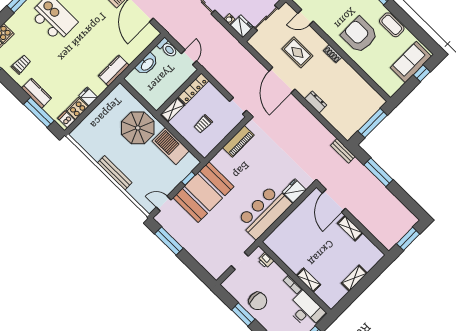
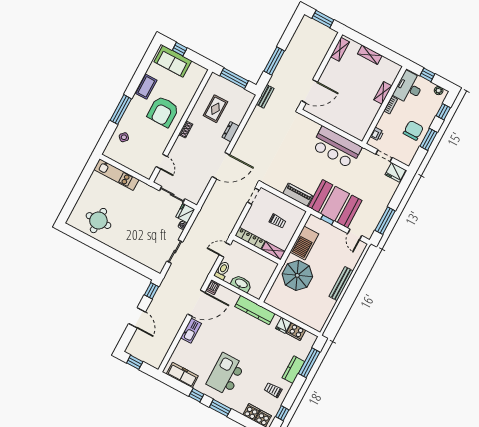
rug: (297, 52) -> (215, 109), moved
kitchen counter: (114, 71) -> (255, 310), width x1.50
dishwasher: (66, 119) -> (213, 287), moved
piano: (238, 141) -> (298, 195), moved
fridge: (294, 191) -> (395, 172), moved
shelving: (350, 228) -> (340, 49), moved

